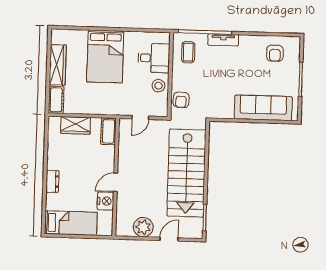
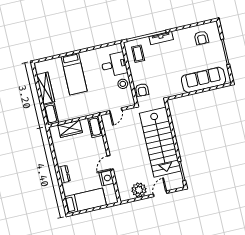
bed: (105, 56) -> (74, 74), width x0.67

